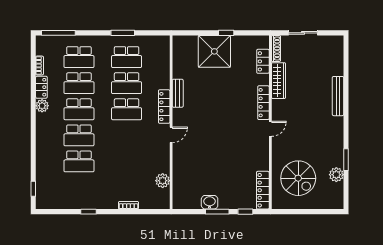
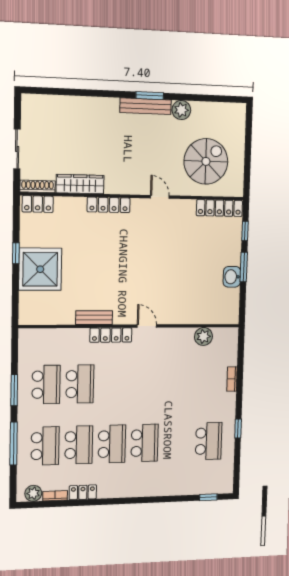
window: (58, 33) -> (14, 444), moved
locker: (263, 61) -> (38, 204), moved
bench: (338, 96) -> (146, 106), moved
plant: (42, 106) -> (33, 493), moved
school desk: (127, 109) -> (113, 383), removed
door: (270, 129) -> (160, 197), moved
window: (346, 160) -> (150, 96), moved
school desk: (79, 161) -> (209, 441), moved
plant: (336, 175) -> (181, 110), moved

